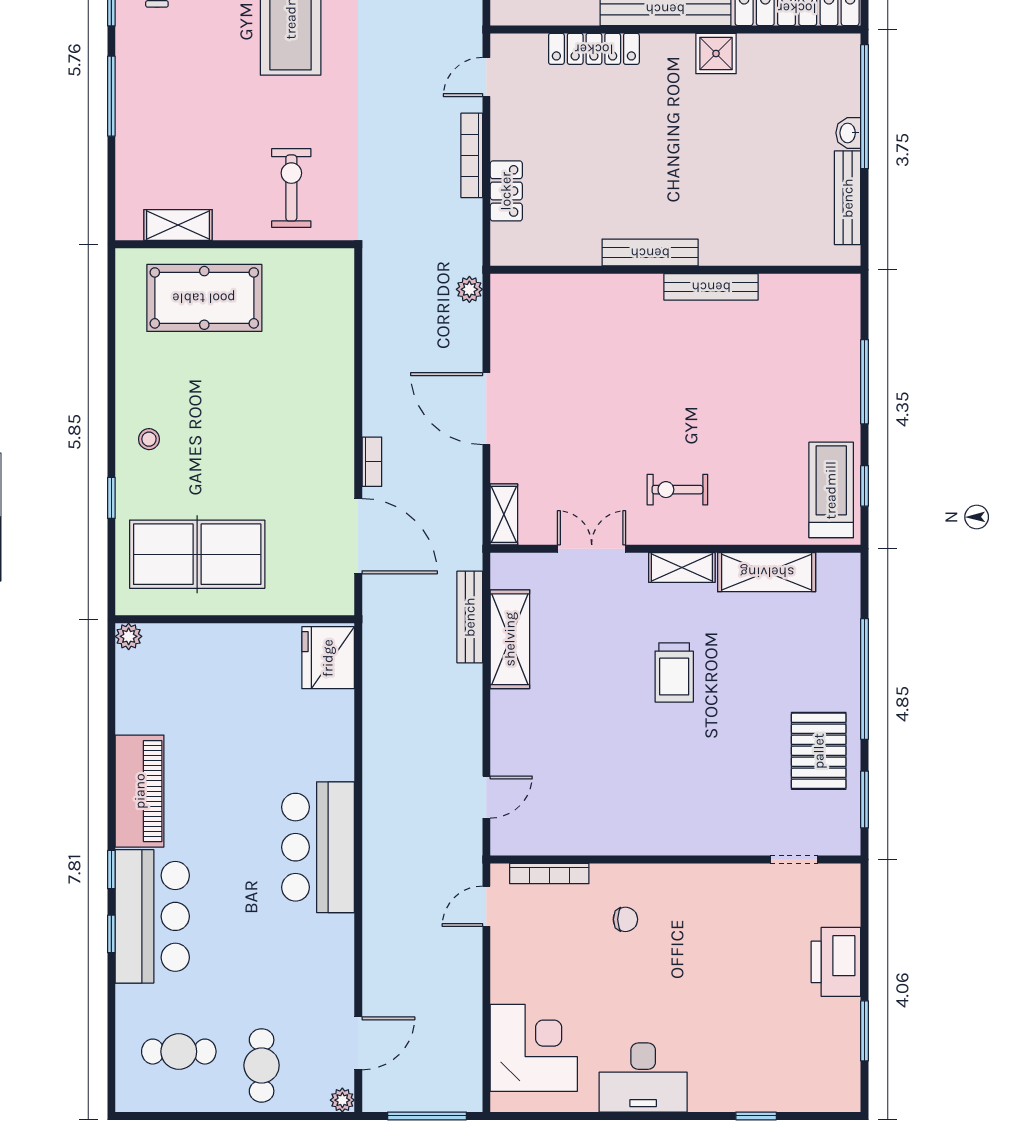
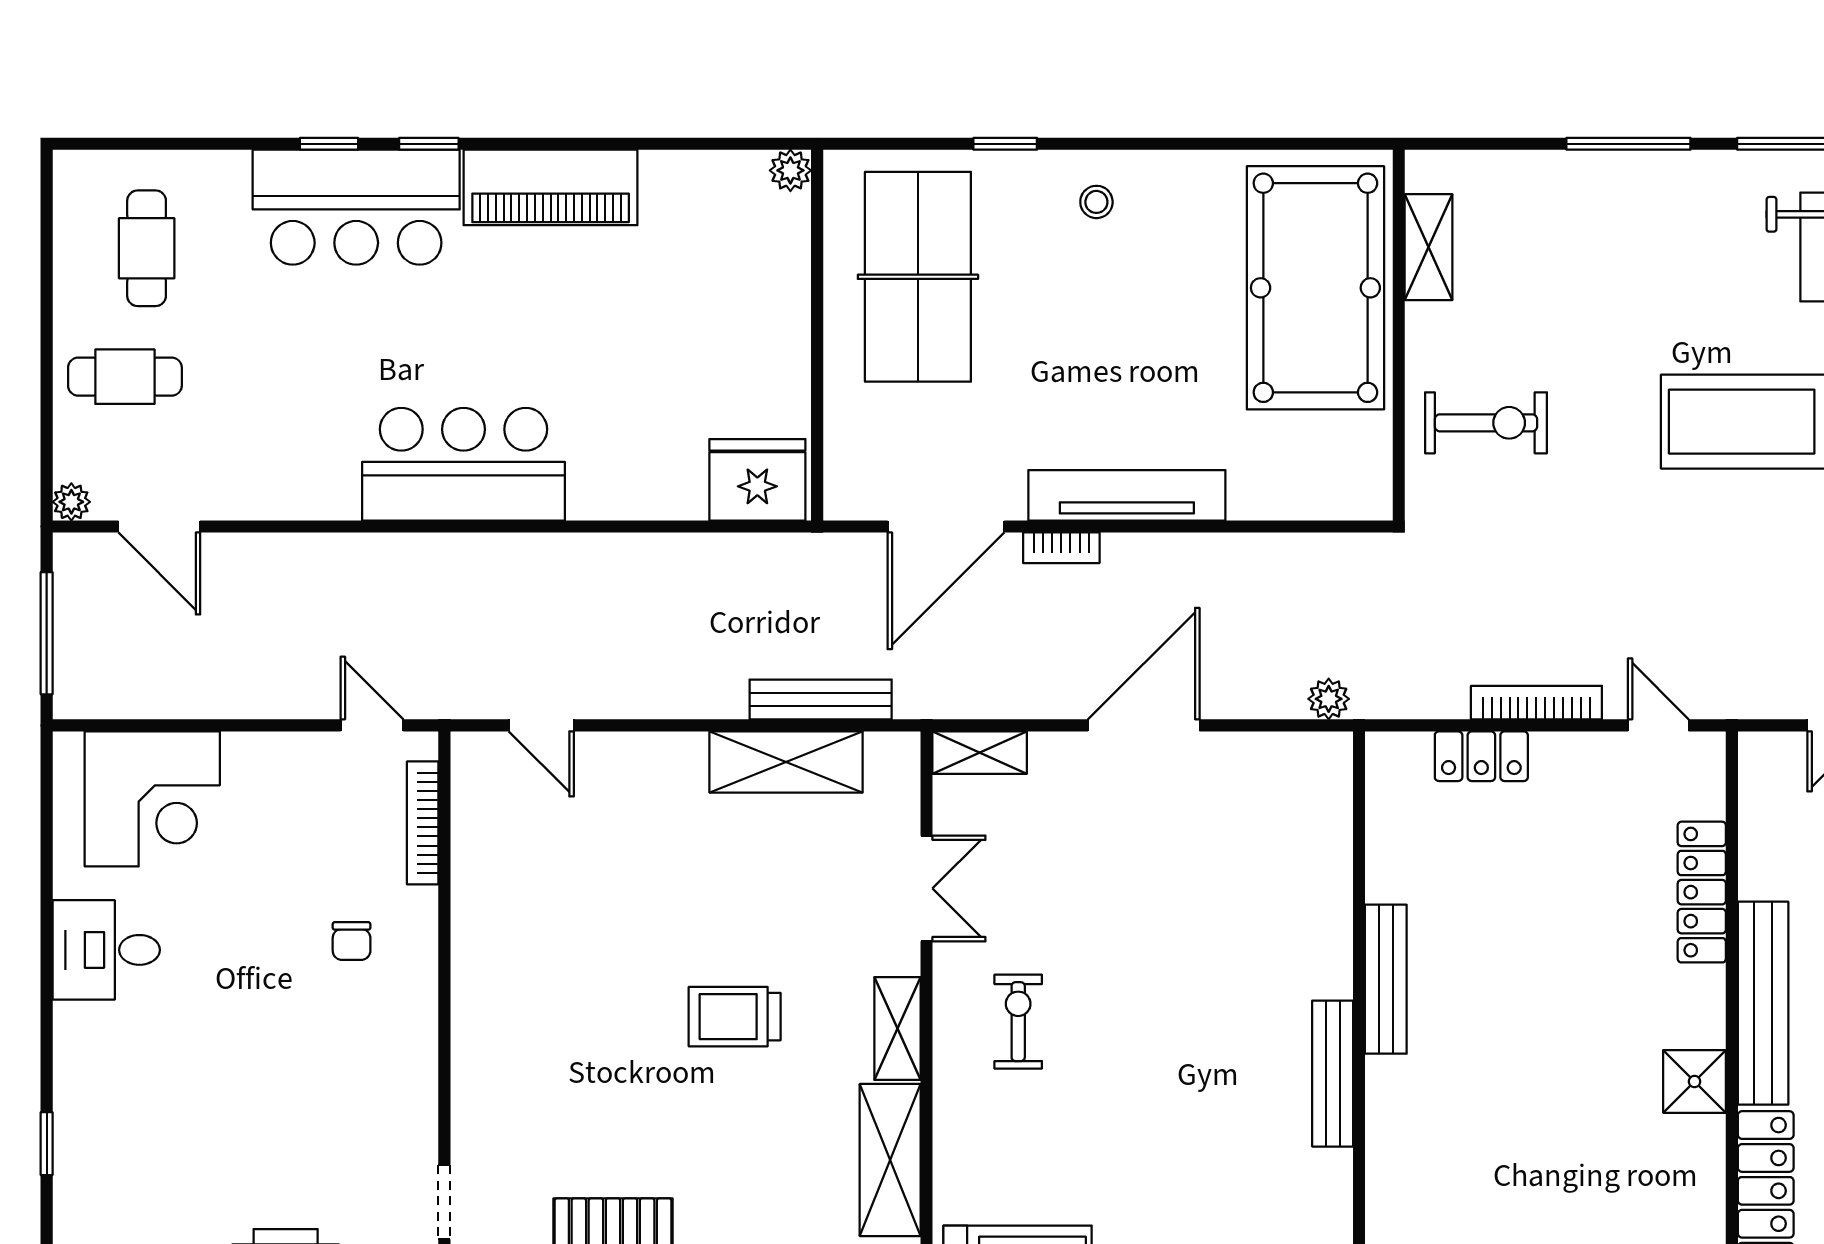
pool table: (204, 298) -> (1315, 288), width x1.36, depth x1.32
tv unit: (338, 419) -> (1127, 495), added
desk: (643, 1078) -> (106, 950), width x0.73

